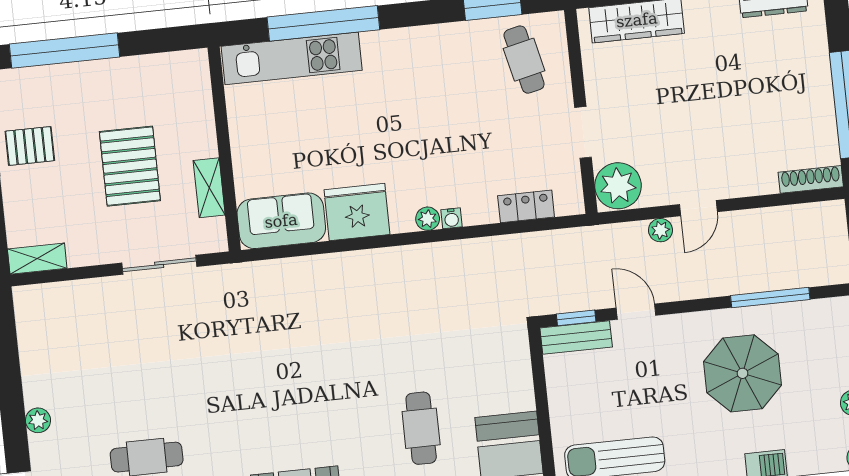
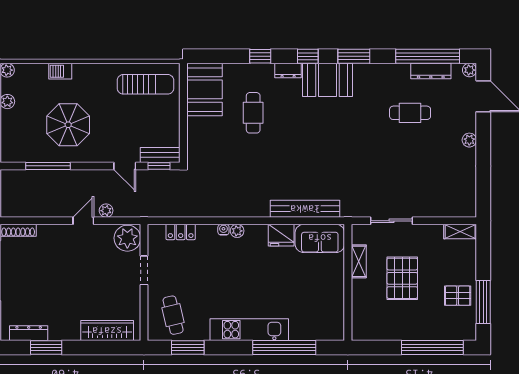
kitchen unit: (292, 58) -> (249, 330), moved
fridge: (357, 212) -> (281, 235), width x0.73, depth x0.75
bench: (313, 270) -> (305, 209), added

